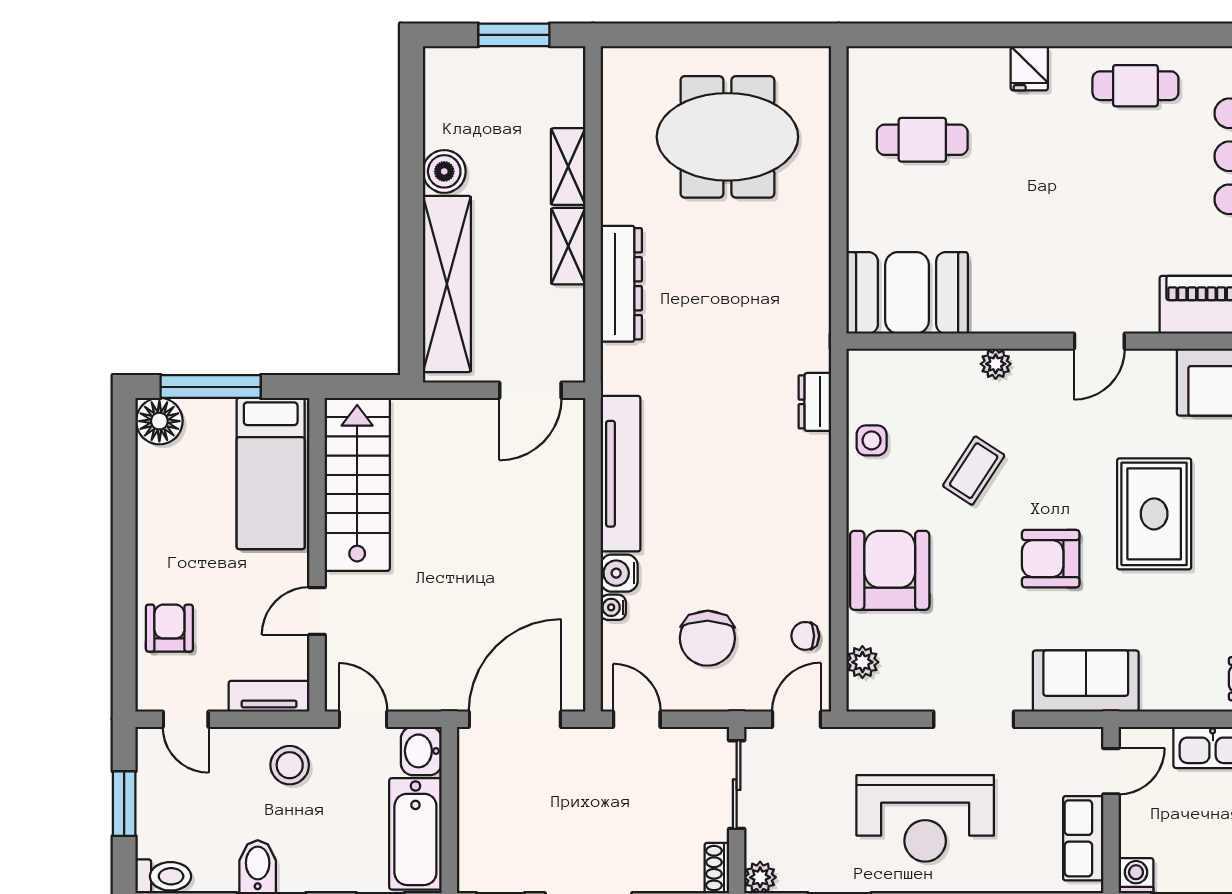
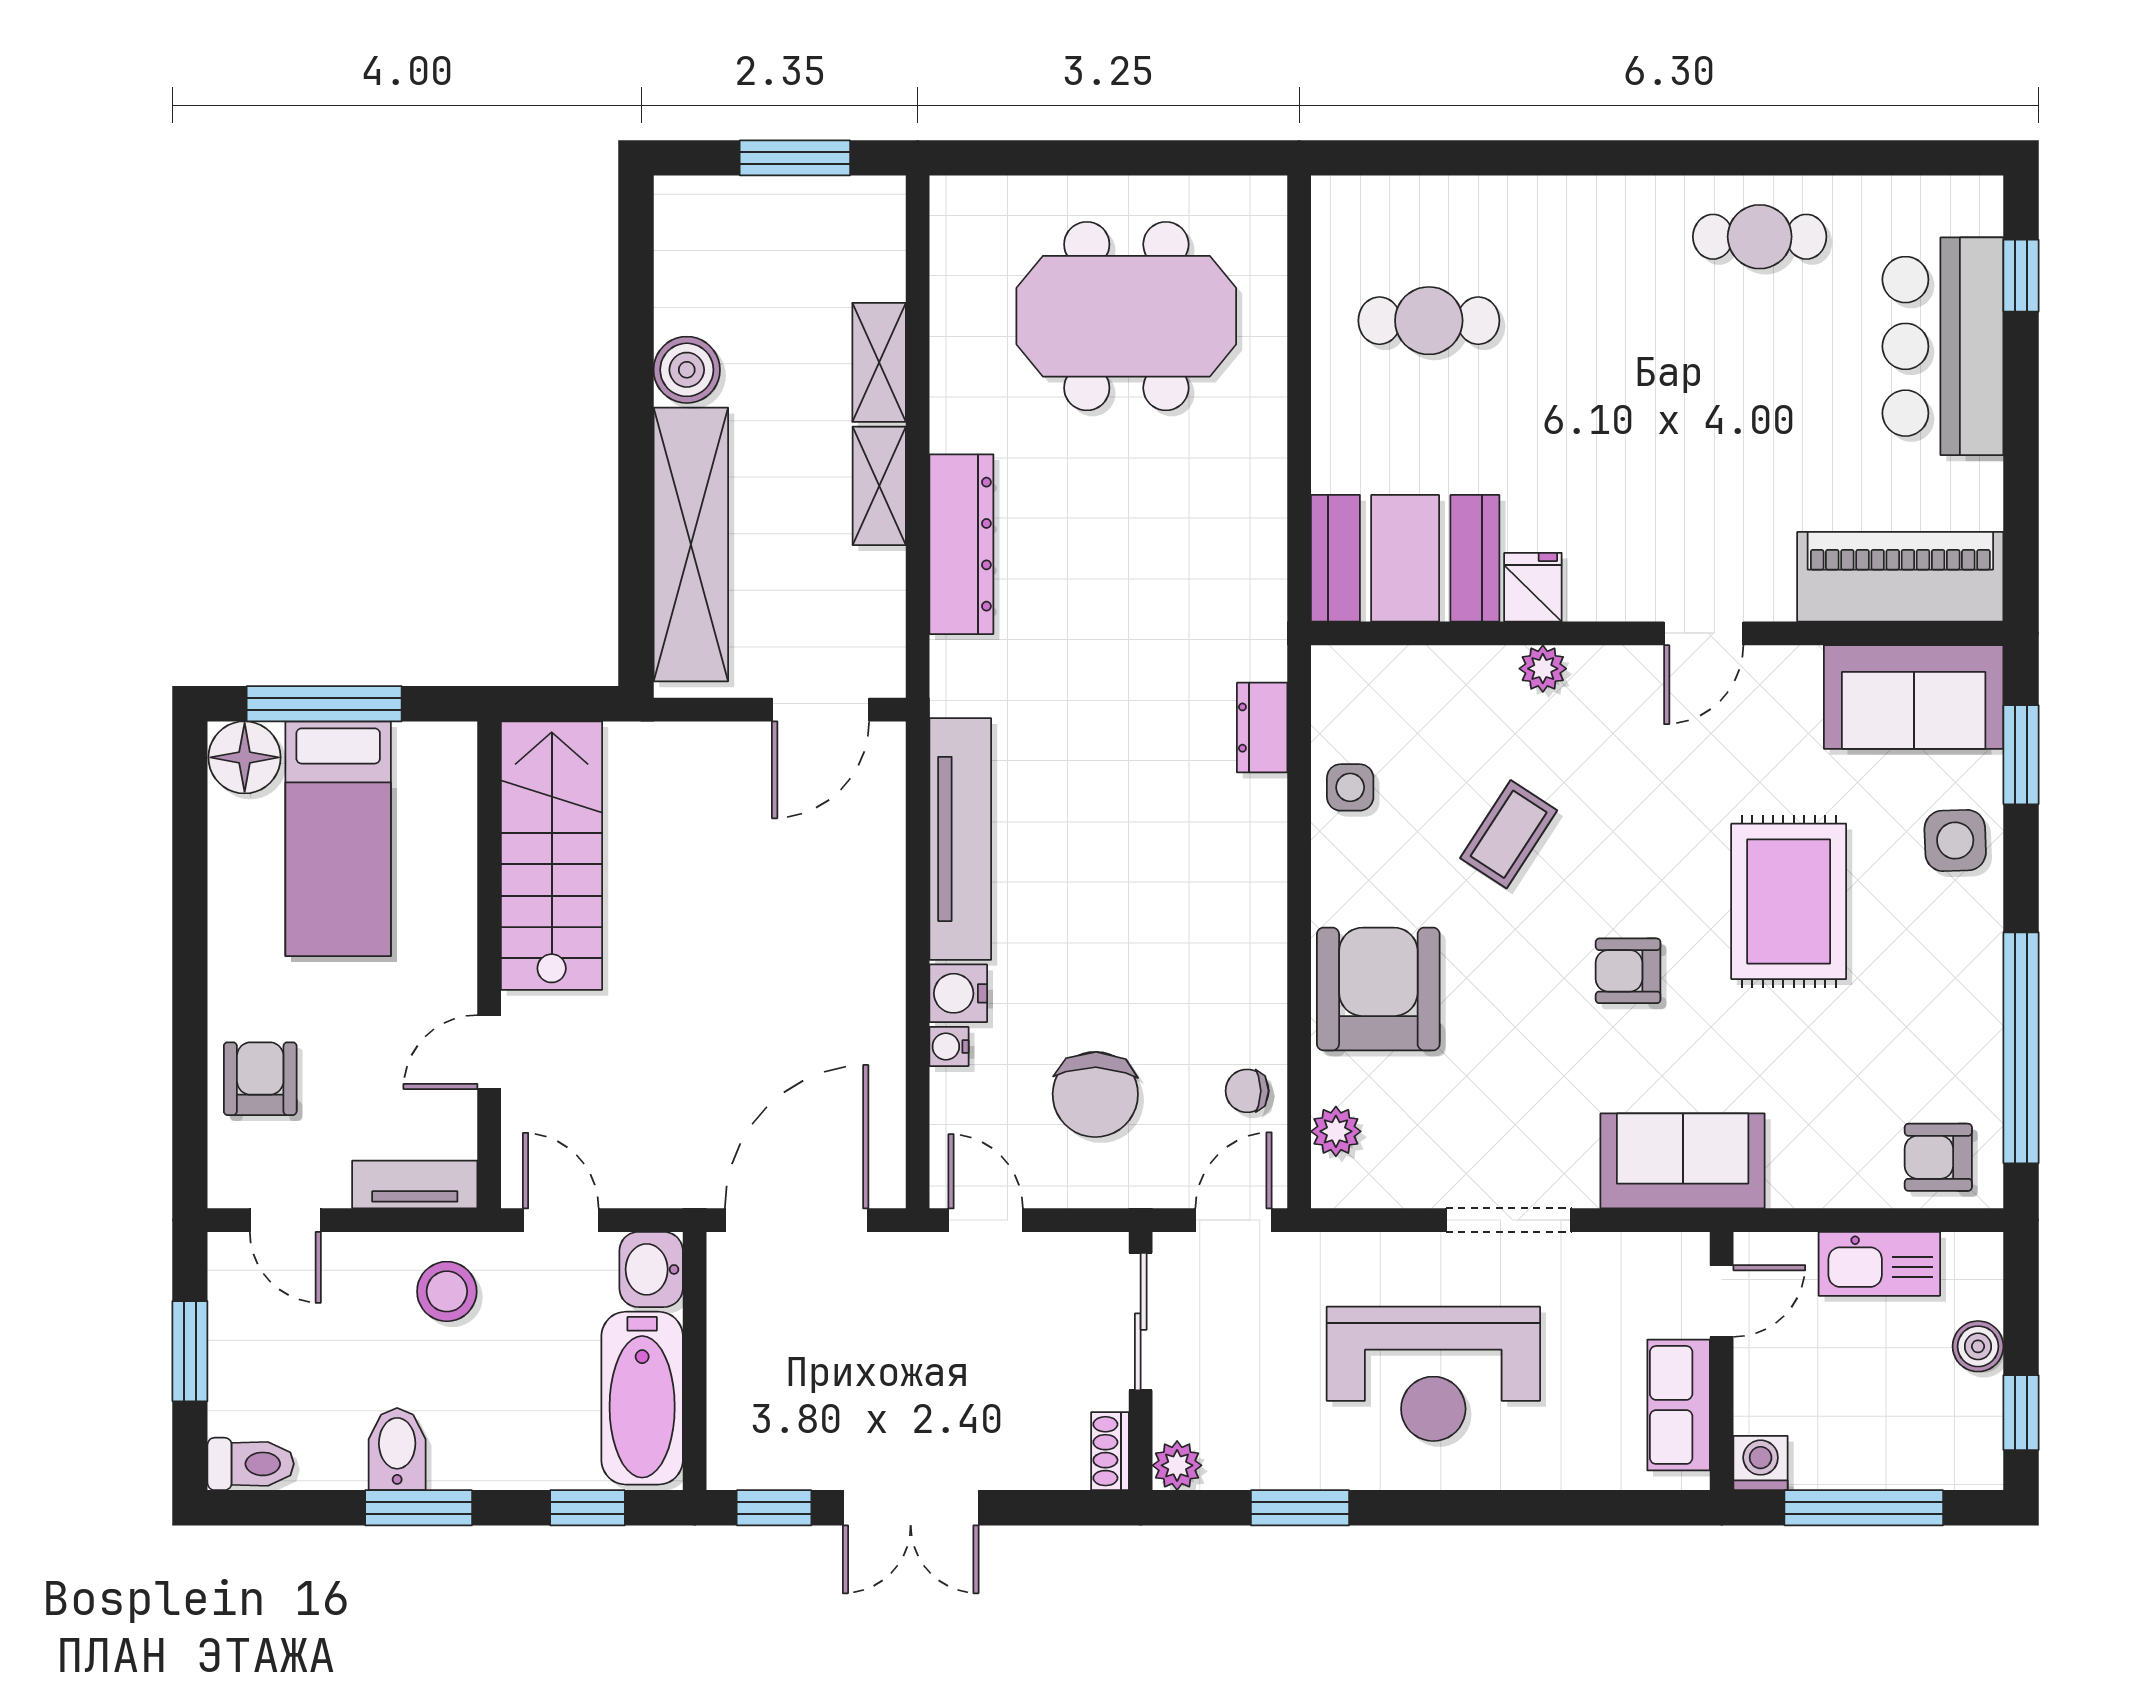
fridge: (1029, 68) -> (1533, 587), moved, turned 180
bed: (271, 473) -> (338, 839), moved
armchair: (1051, 559) -> (1628, 971), width x0.72, depth x0.72

